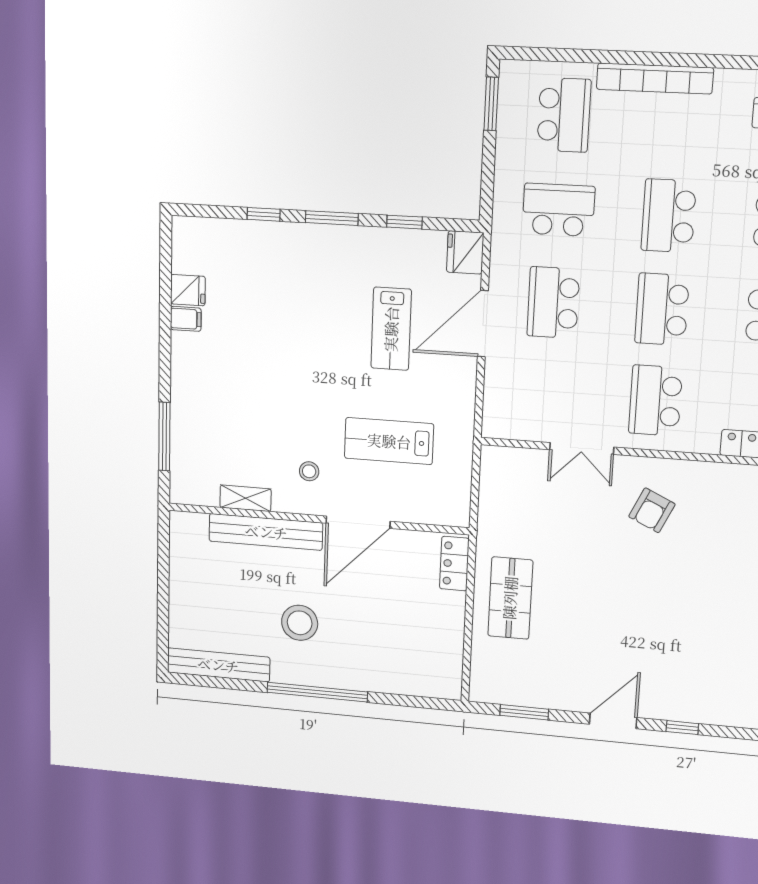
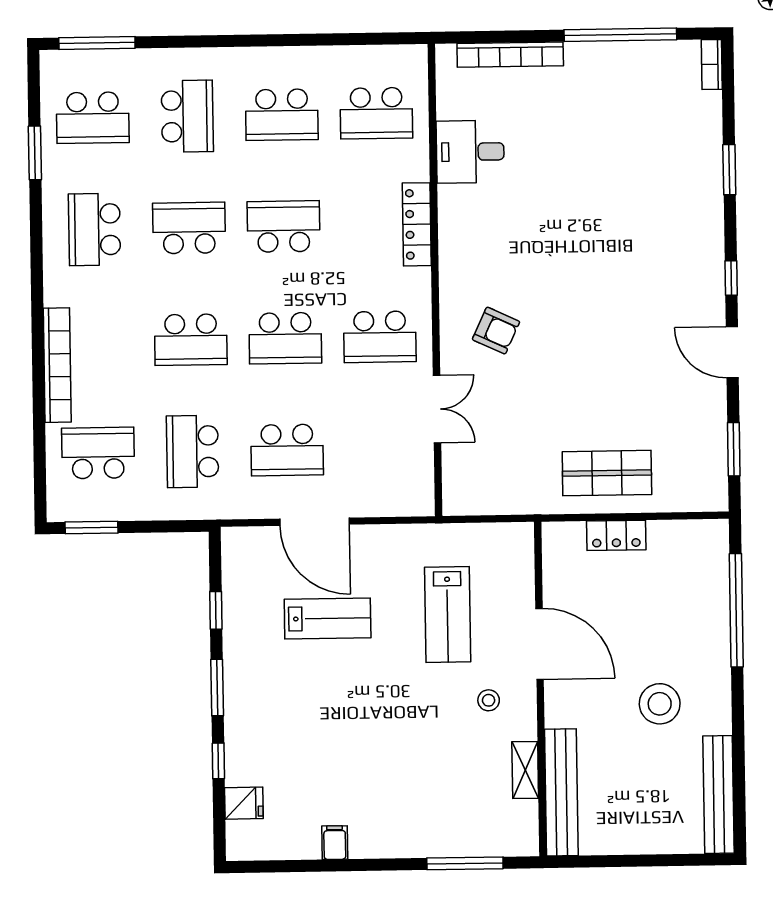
fridge: (465, 252) -> (242, 545), removed
fridge: (188, 290) -> (244, 803), moved, turned 90
bench: (266, 532) -> (561, 792), moved
locker: (454, 564) -> (616, 535), moved
window: (317, 692) -> (736, 610), moved

